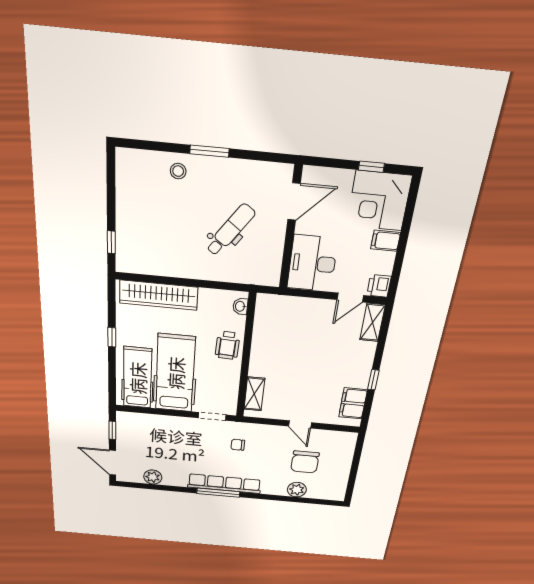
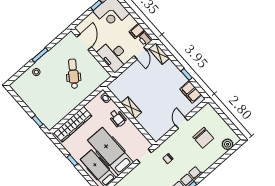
filing cabinet: (386, 241) -> (137, 31), moved
shelving: (254, 394) -> (131, 108), moved
door: (300, 424) -> (182, 123), swing flipped
plant: (297, 490) -> (228, 144), moved

